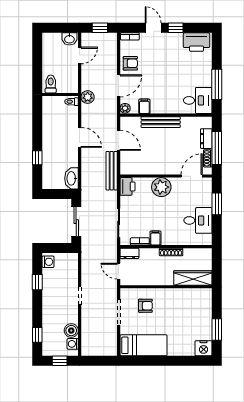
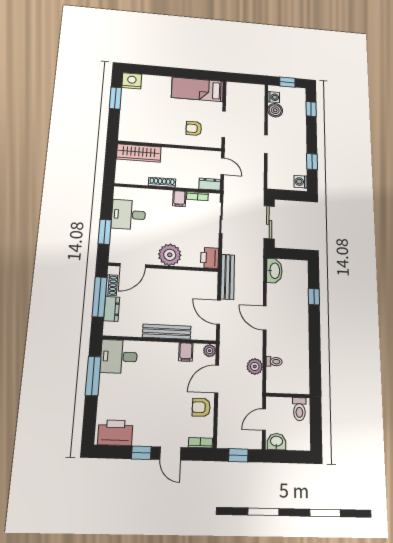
toilet: (51, 84) -> (299, 409), moved
wall: (60, 95) -> (288, 395), moved

